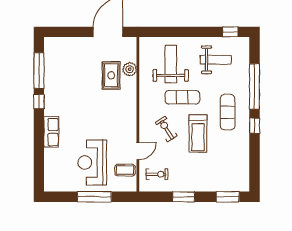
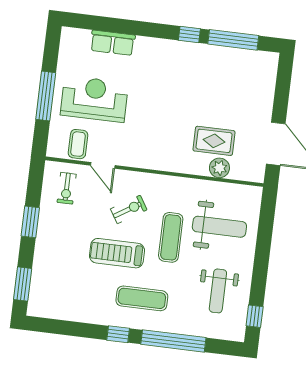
row of seats: (51, 132) -> (113, 43), moved

